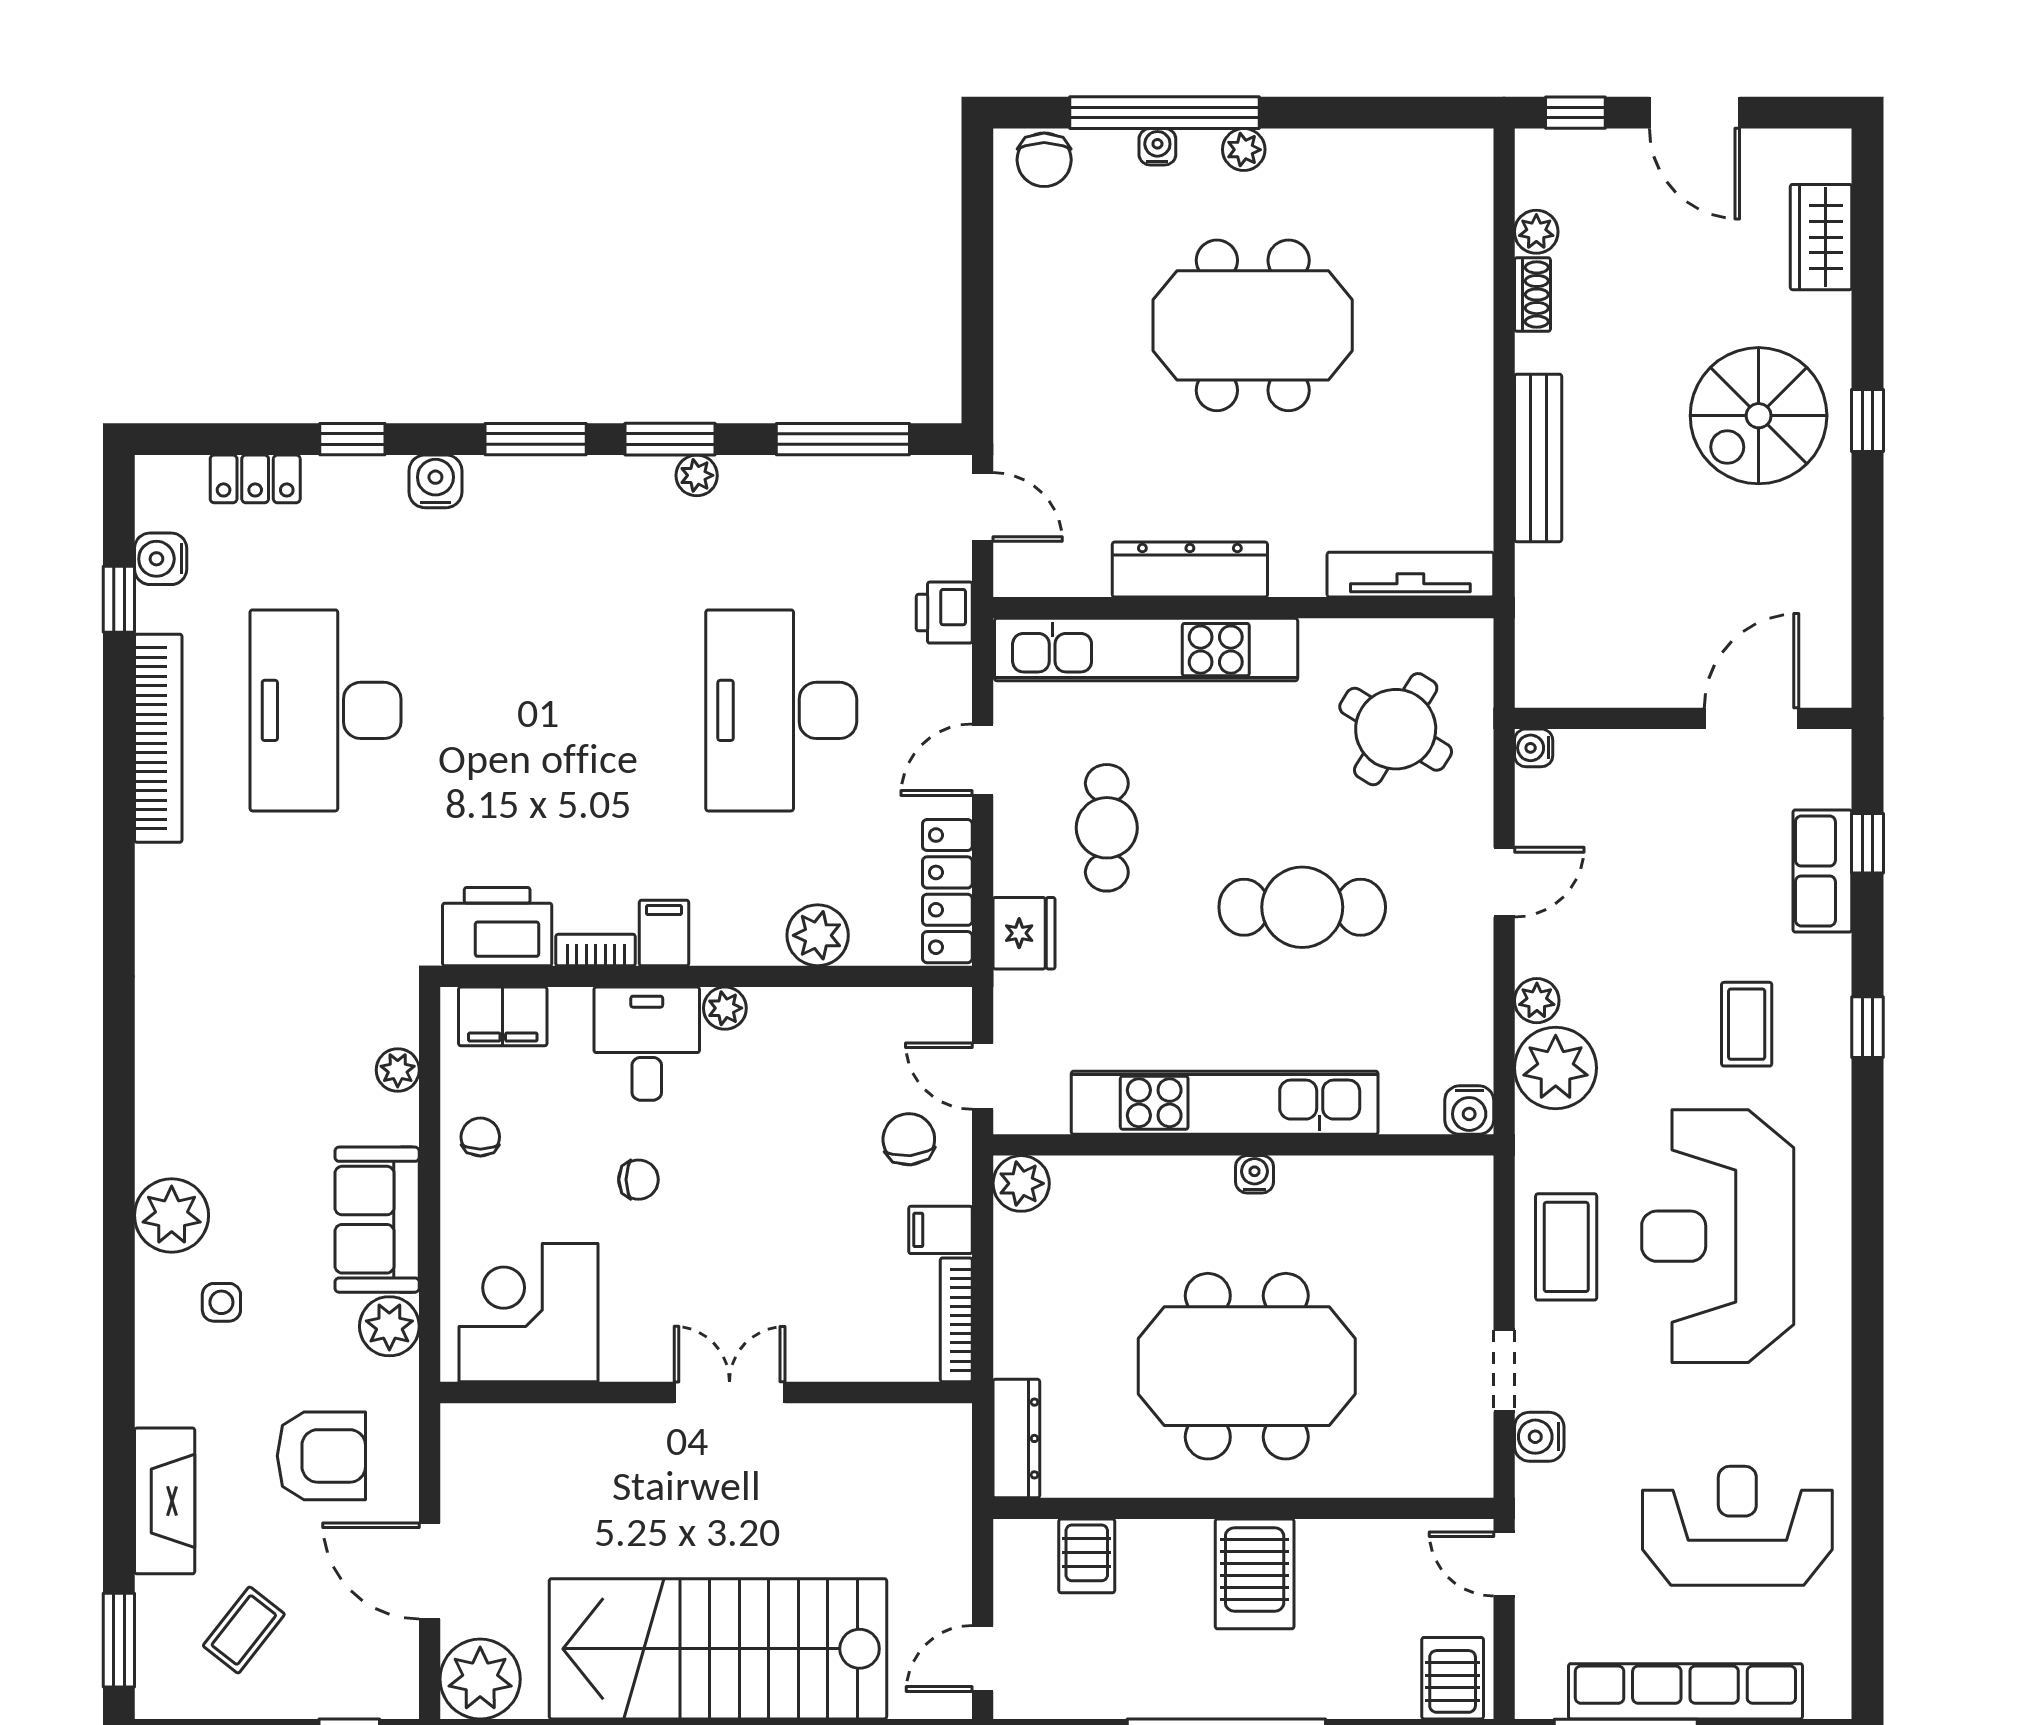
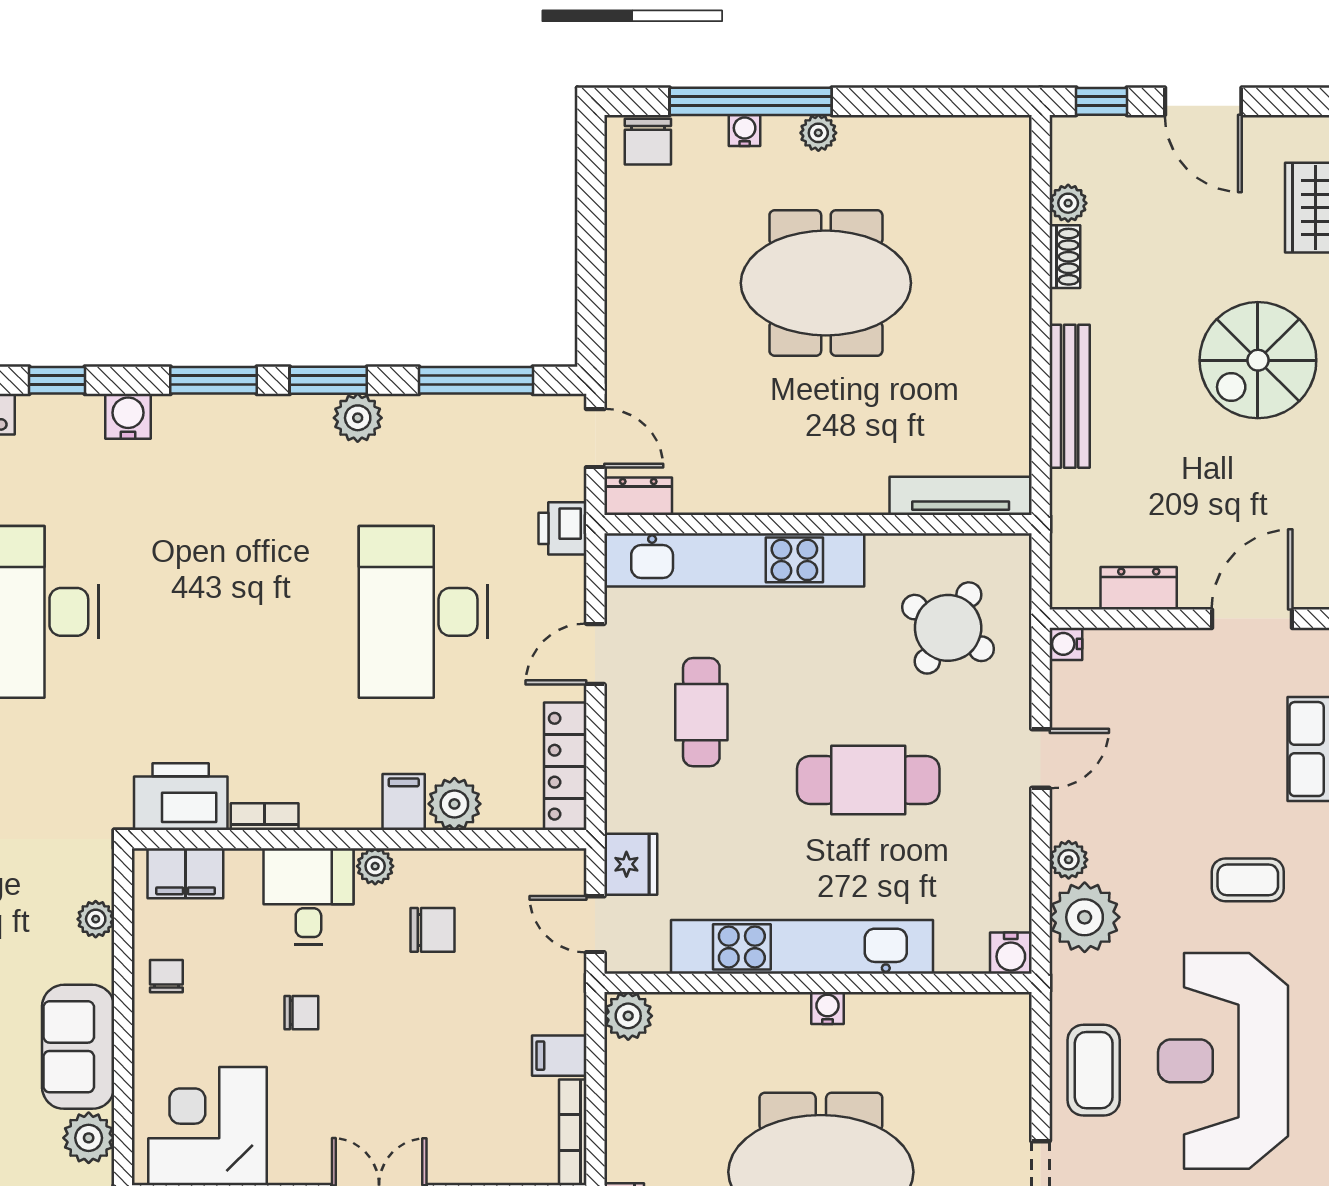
plant: (697, 475) -> (358, 418), width x1.38, depth x1.38
dresser: (1190, 570) -> (638, 496), moved, width x0.51, depth x0.80
dresser: (1619, 683) -> (1139, 588), added
filing cabinet: (664, 933) -> (404, 802), moved
fridge: (1024, 933) -> (631, 864), moved
coffee table: (1747, 1024) -> (1248, 880), turned 90
chair: (909, 1139) -> (433, 930), moved, turned 95

